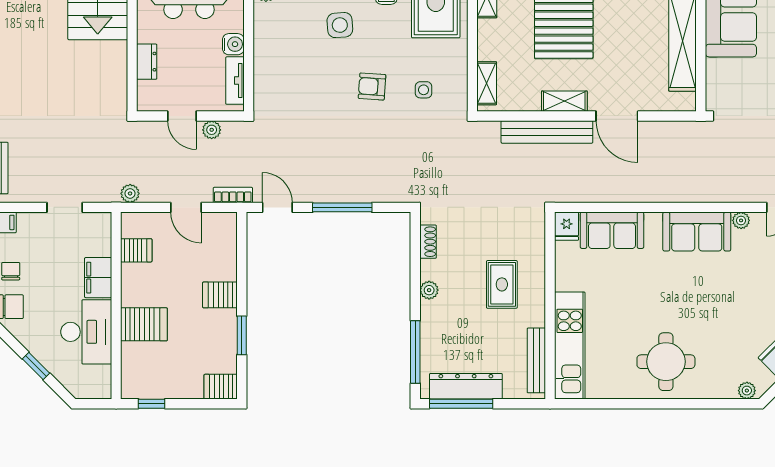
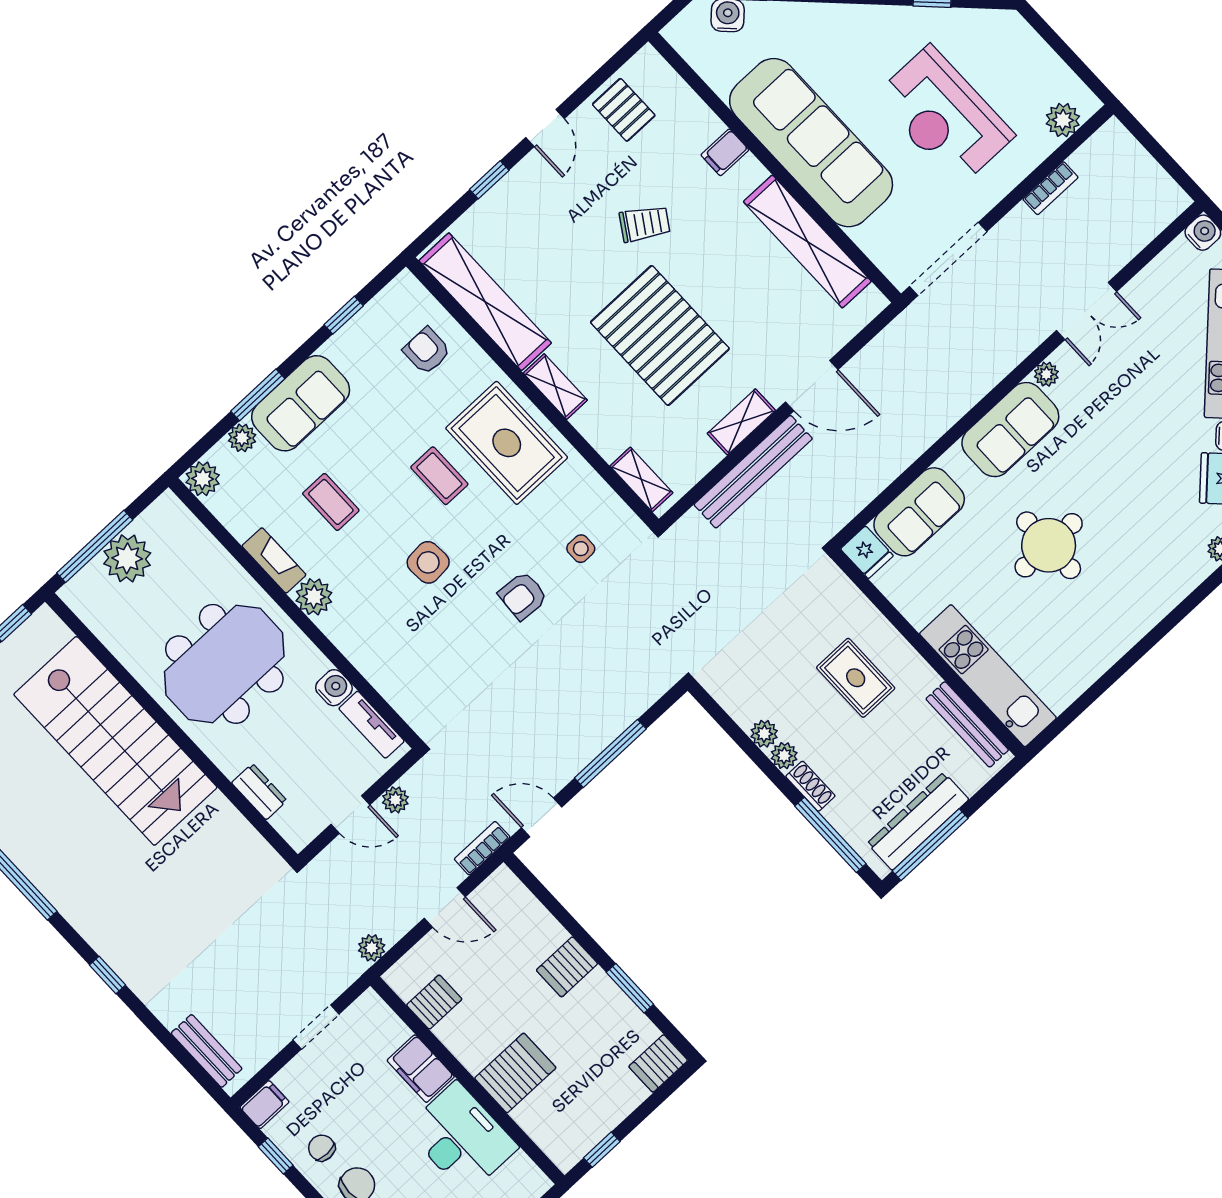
shoe rack: (428, 242) -> (810, 786), moved
plant: (429, 270) -> (764, 734), added
round table: (666, 362) -> (1049, 545), moved

